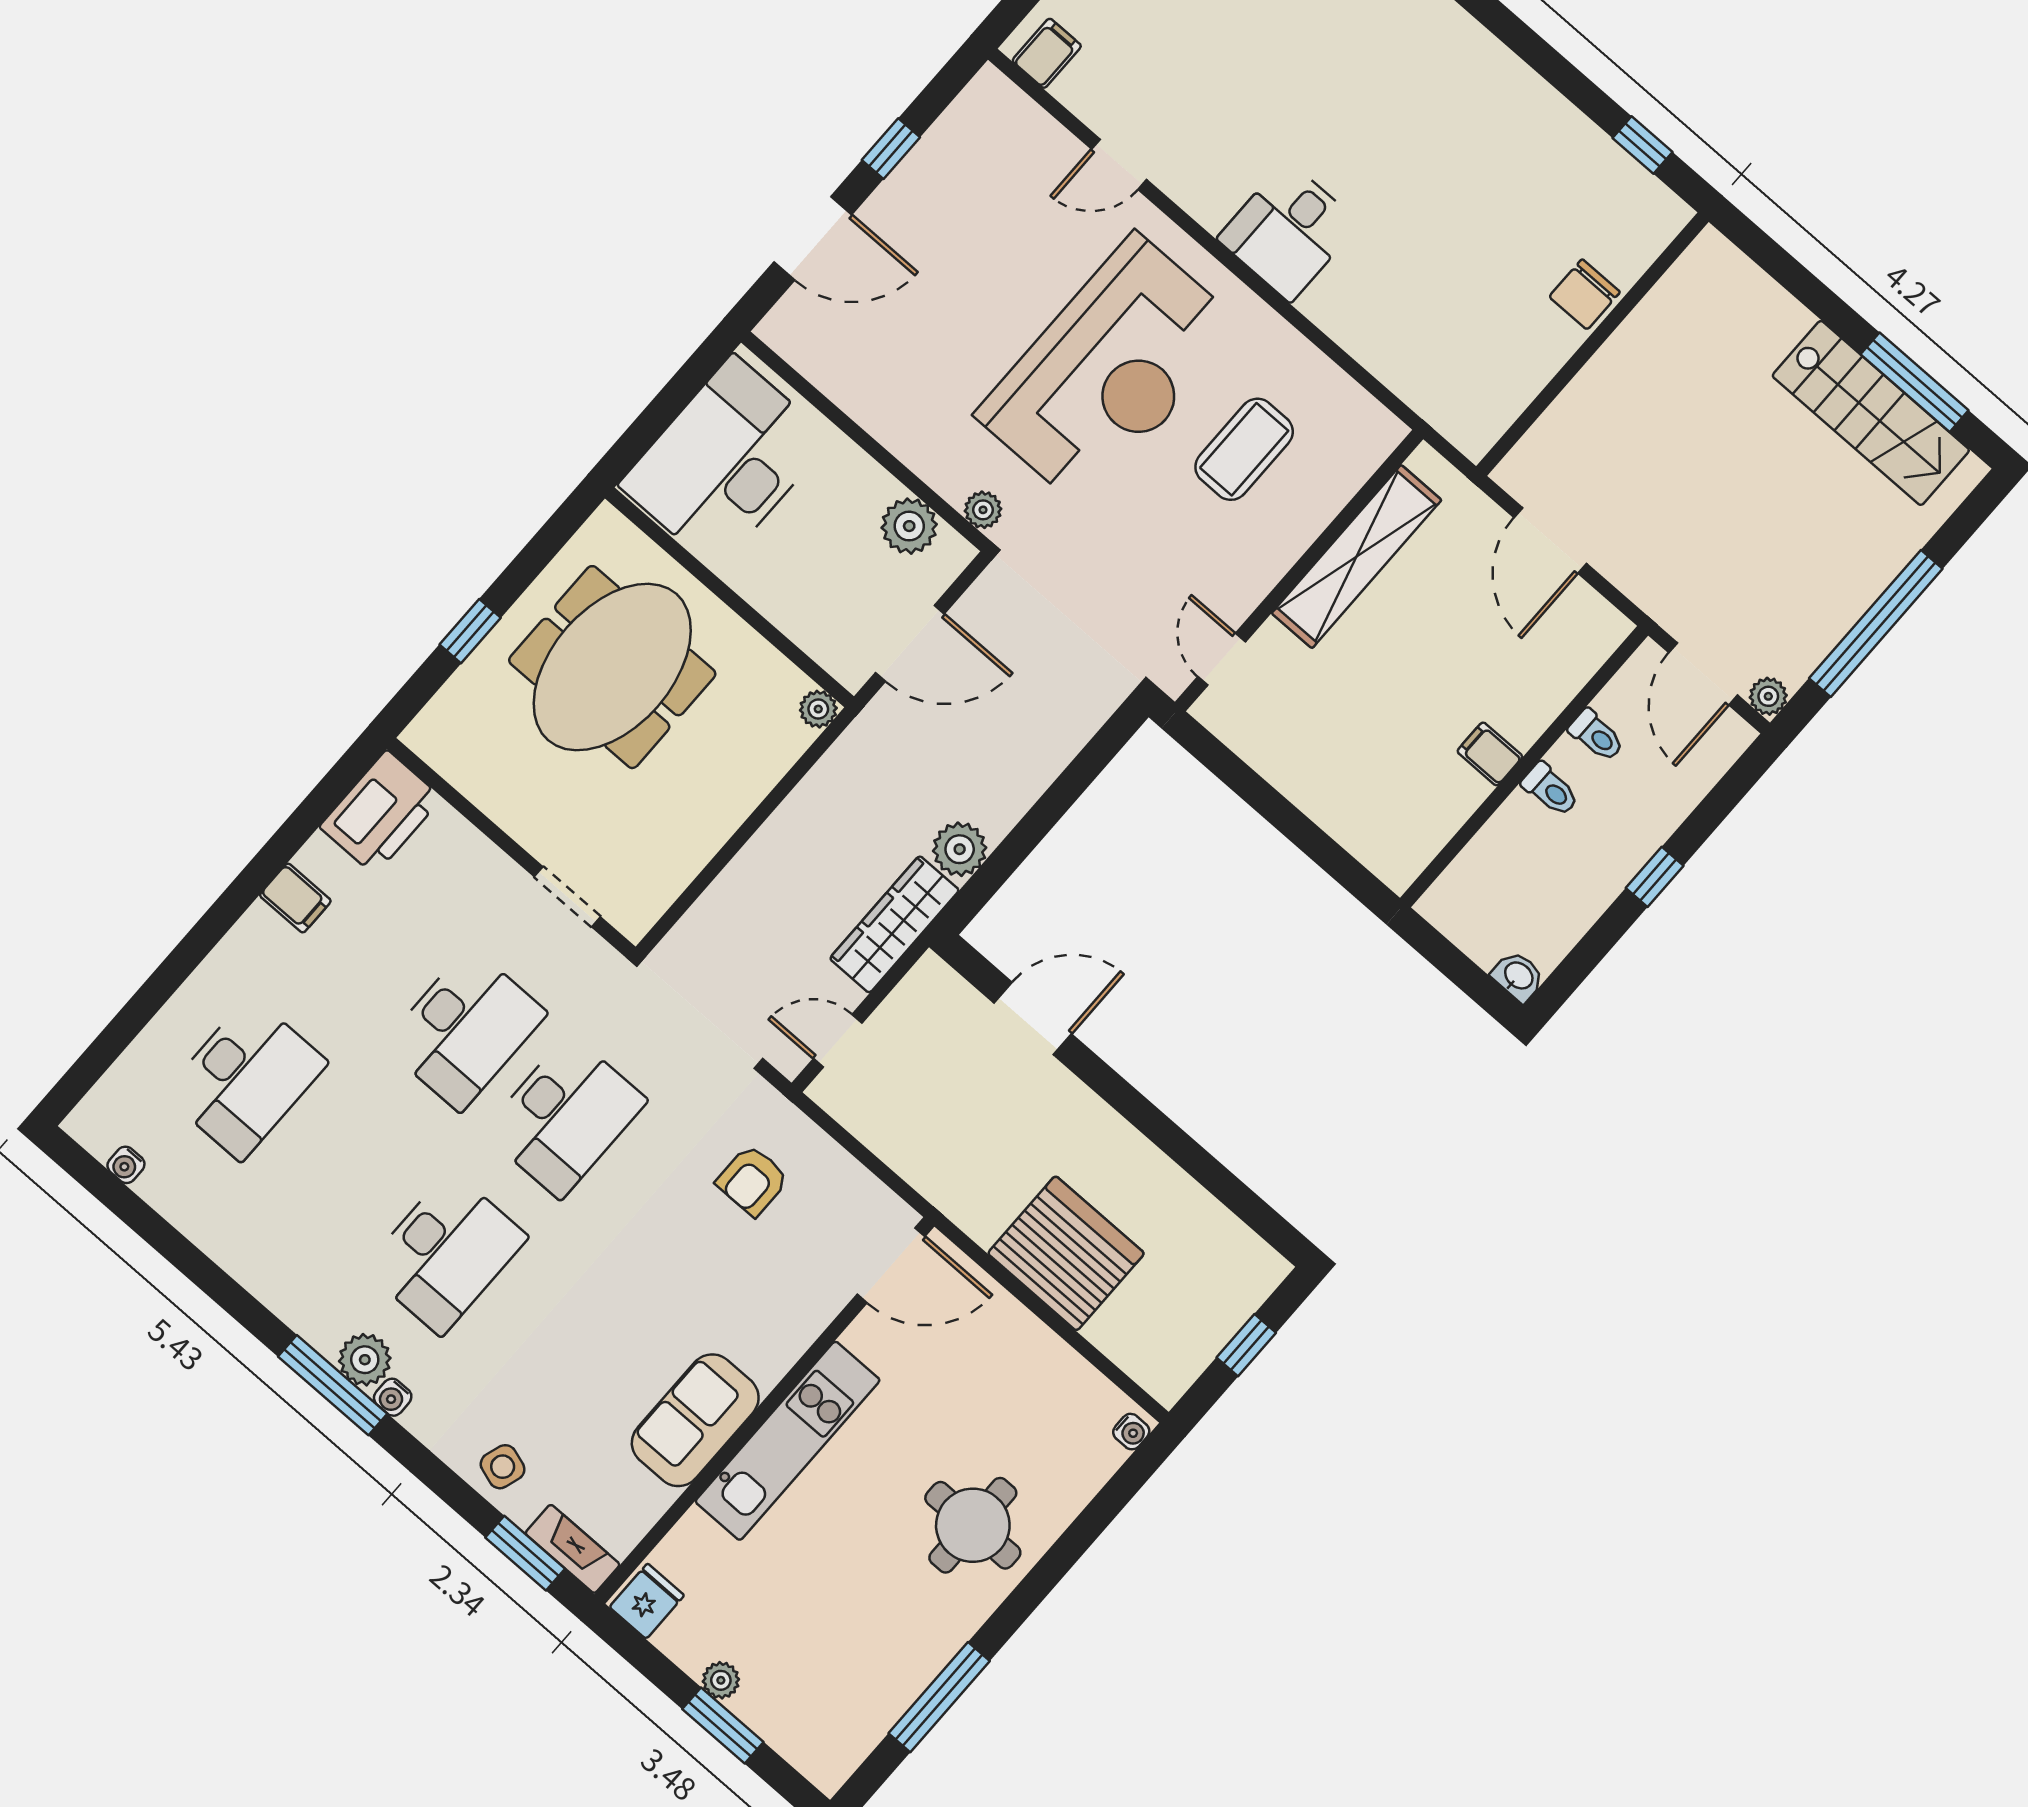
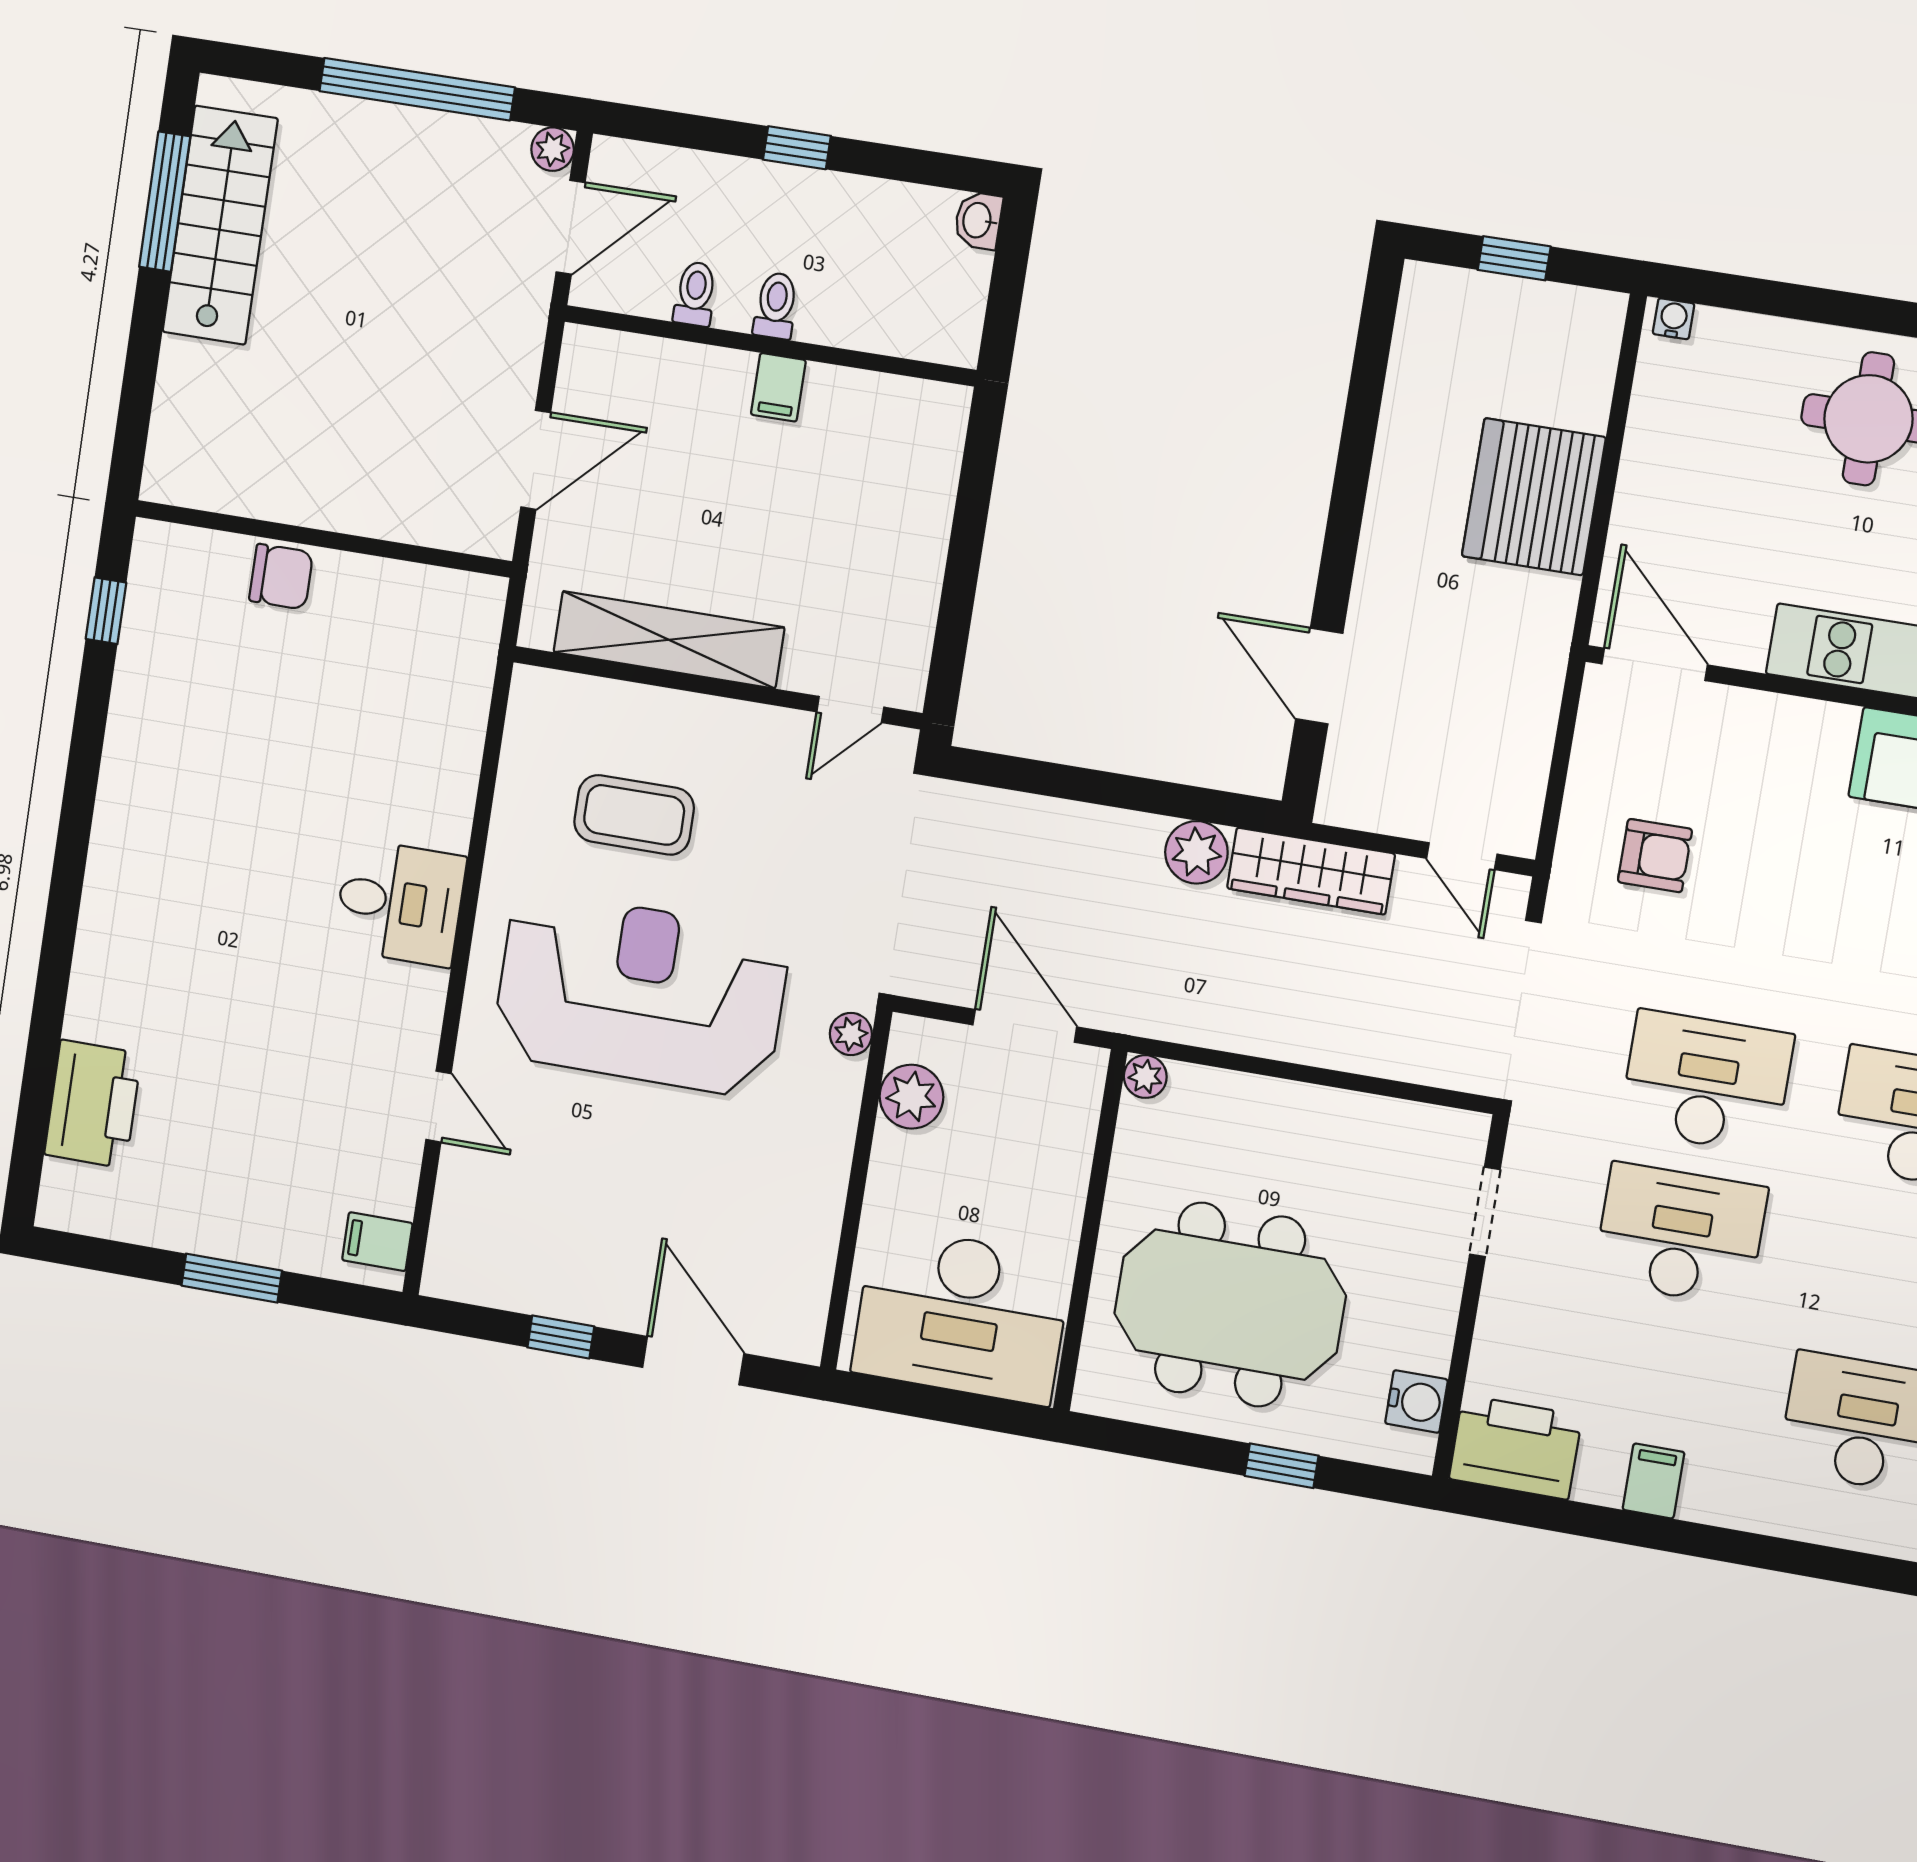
water cooler: (458, 760) -> (1416, 1401), added

